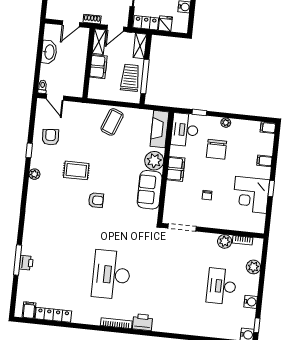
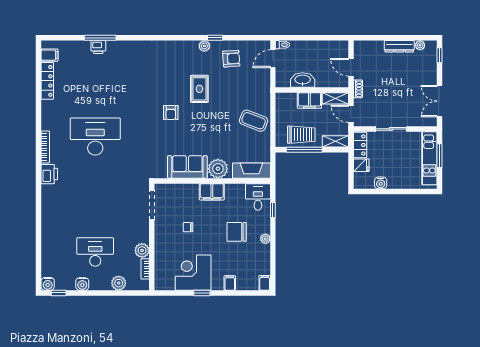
washbasin: (49, 52) -> (303, 80), moved, turned 180
desk: (185, 130) -> (258, 197), width x0.73
plant: (34, 174) -> (204, 46), moved

